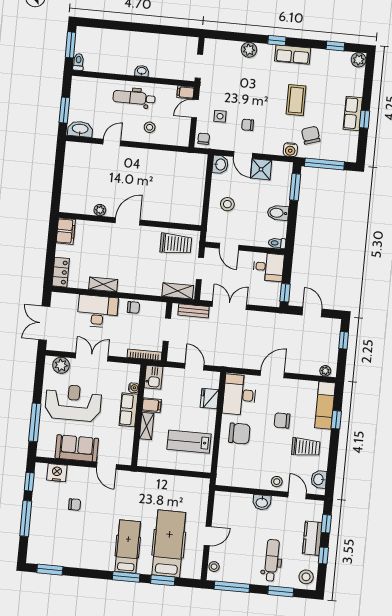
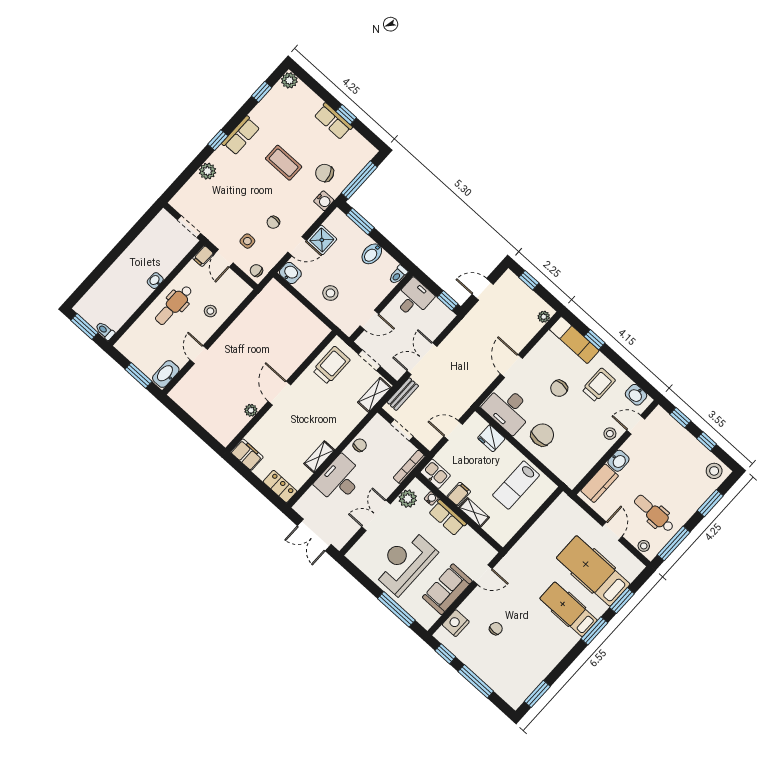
plant: (61, 365) -> (408, 499), moved
kitchen counter: (312, 538) -> (600, 483), moved, turned -90
dental chair: (272, 560) -> (654, 513), moved

